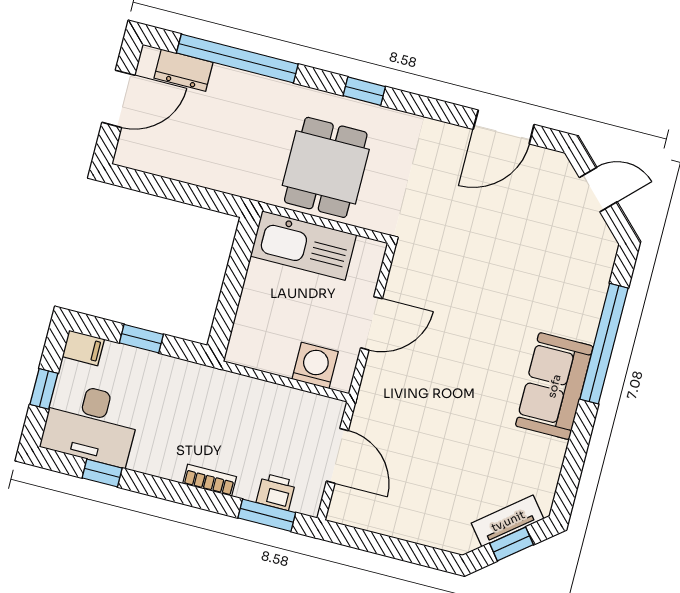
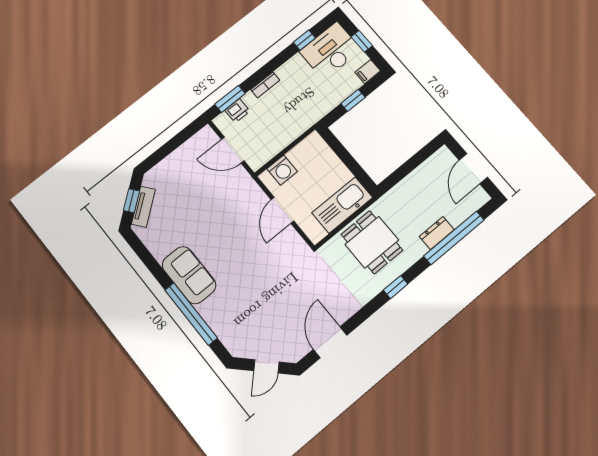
dresser: (183, 70) -> (437, 233), moved

